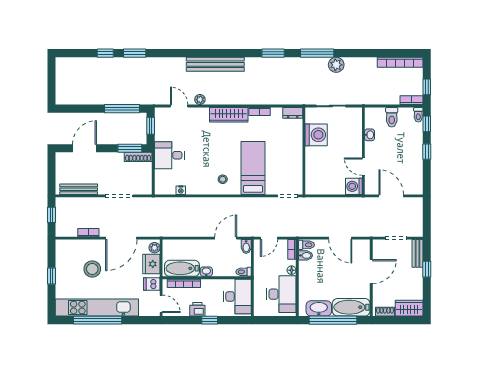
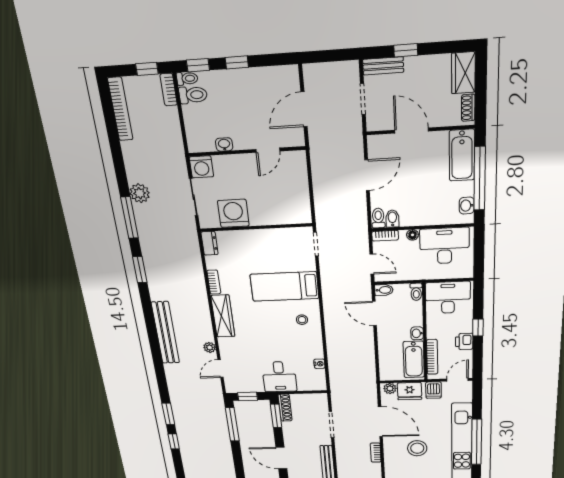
toilet: (392, 117) -> (193, 95), moved
washing machine: (354, 186) -> (201, 167), moved
washbasin: (319, 308) -> (467, 206), width x0.52, depth x0.69

